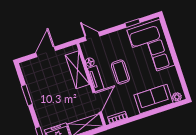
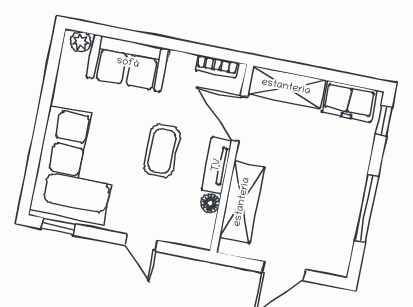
window: (133, 23) -> (58, 226), moved
door: (92, 36) -> (141, 243), moved
window: (27, 95) -> (366, 208), width x1.44
door: (97, 102) -> (240, 118), hinge flipped

